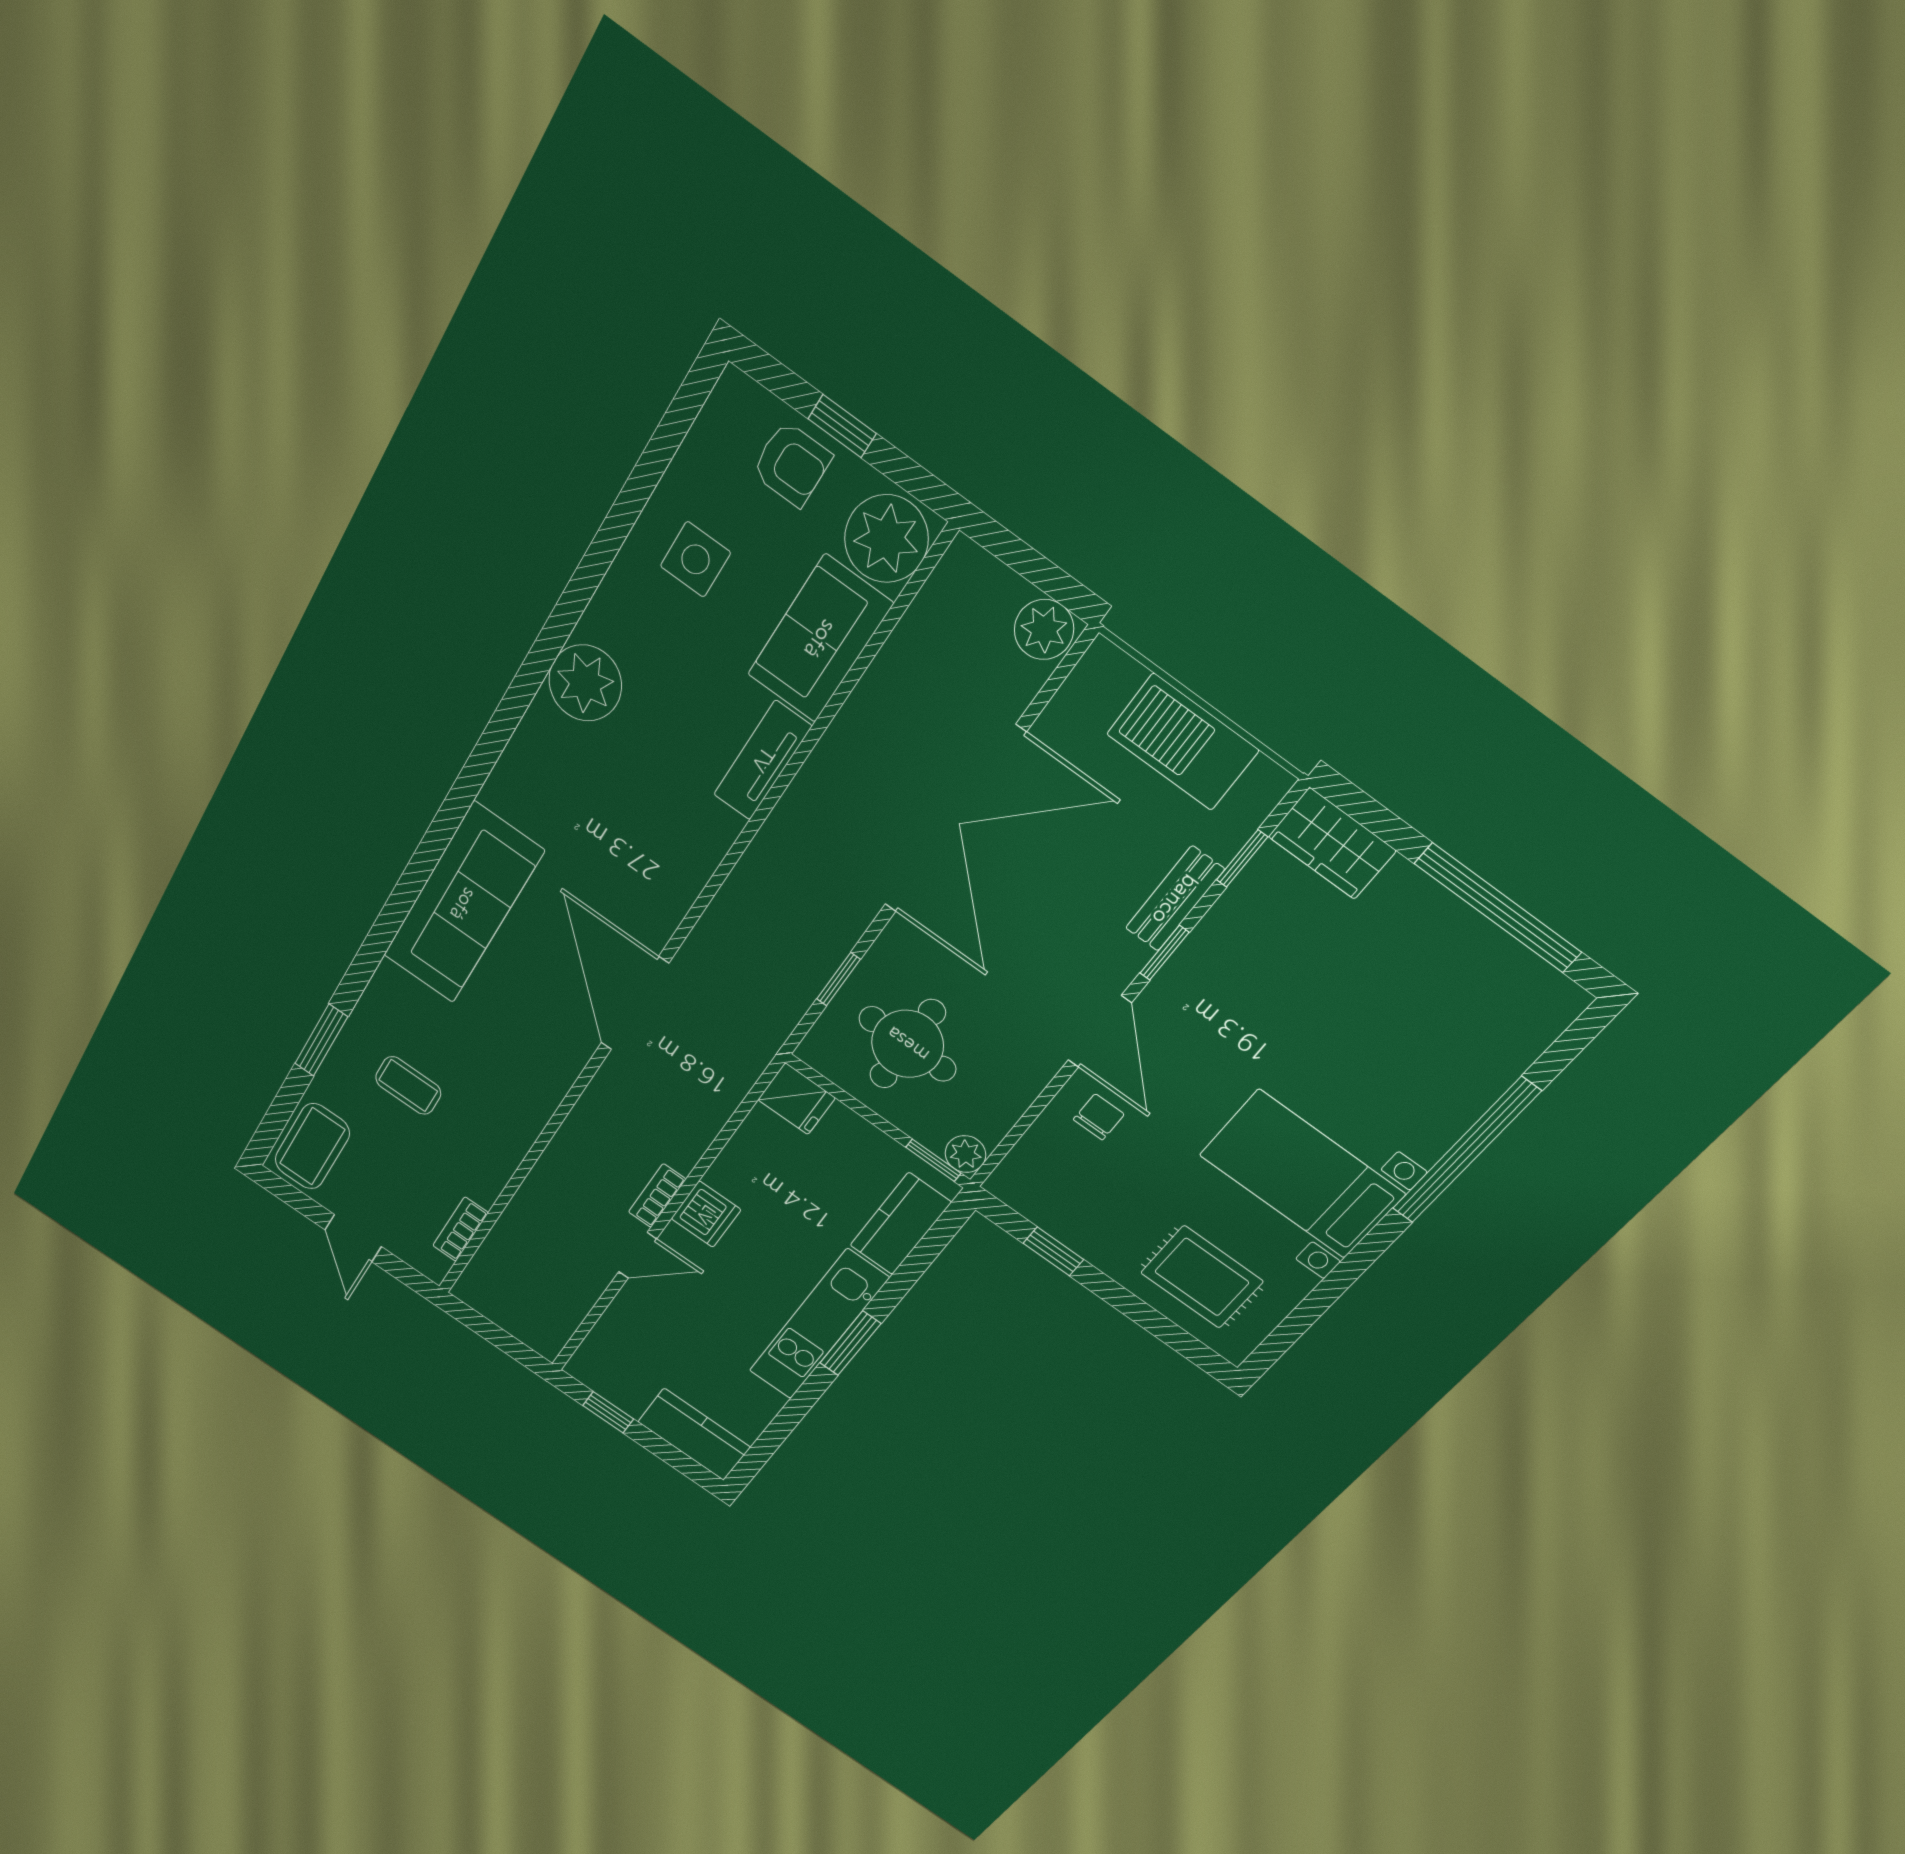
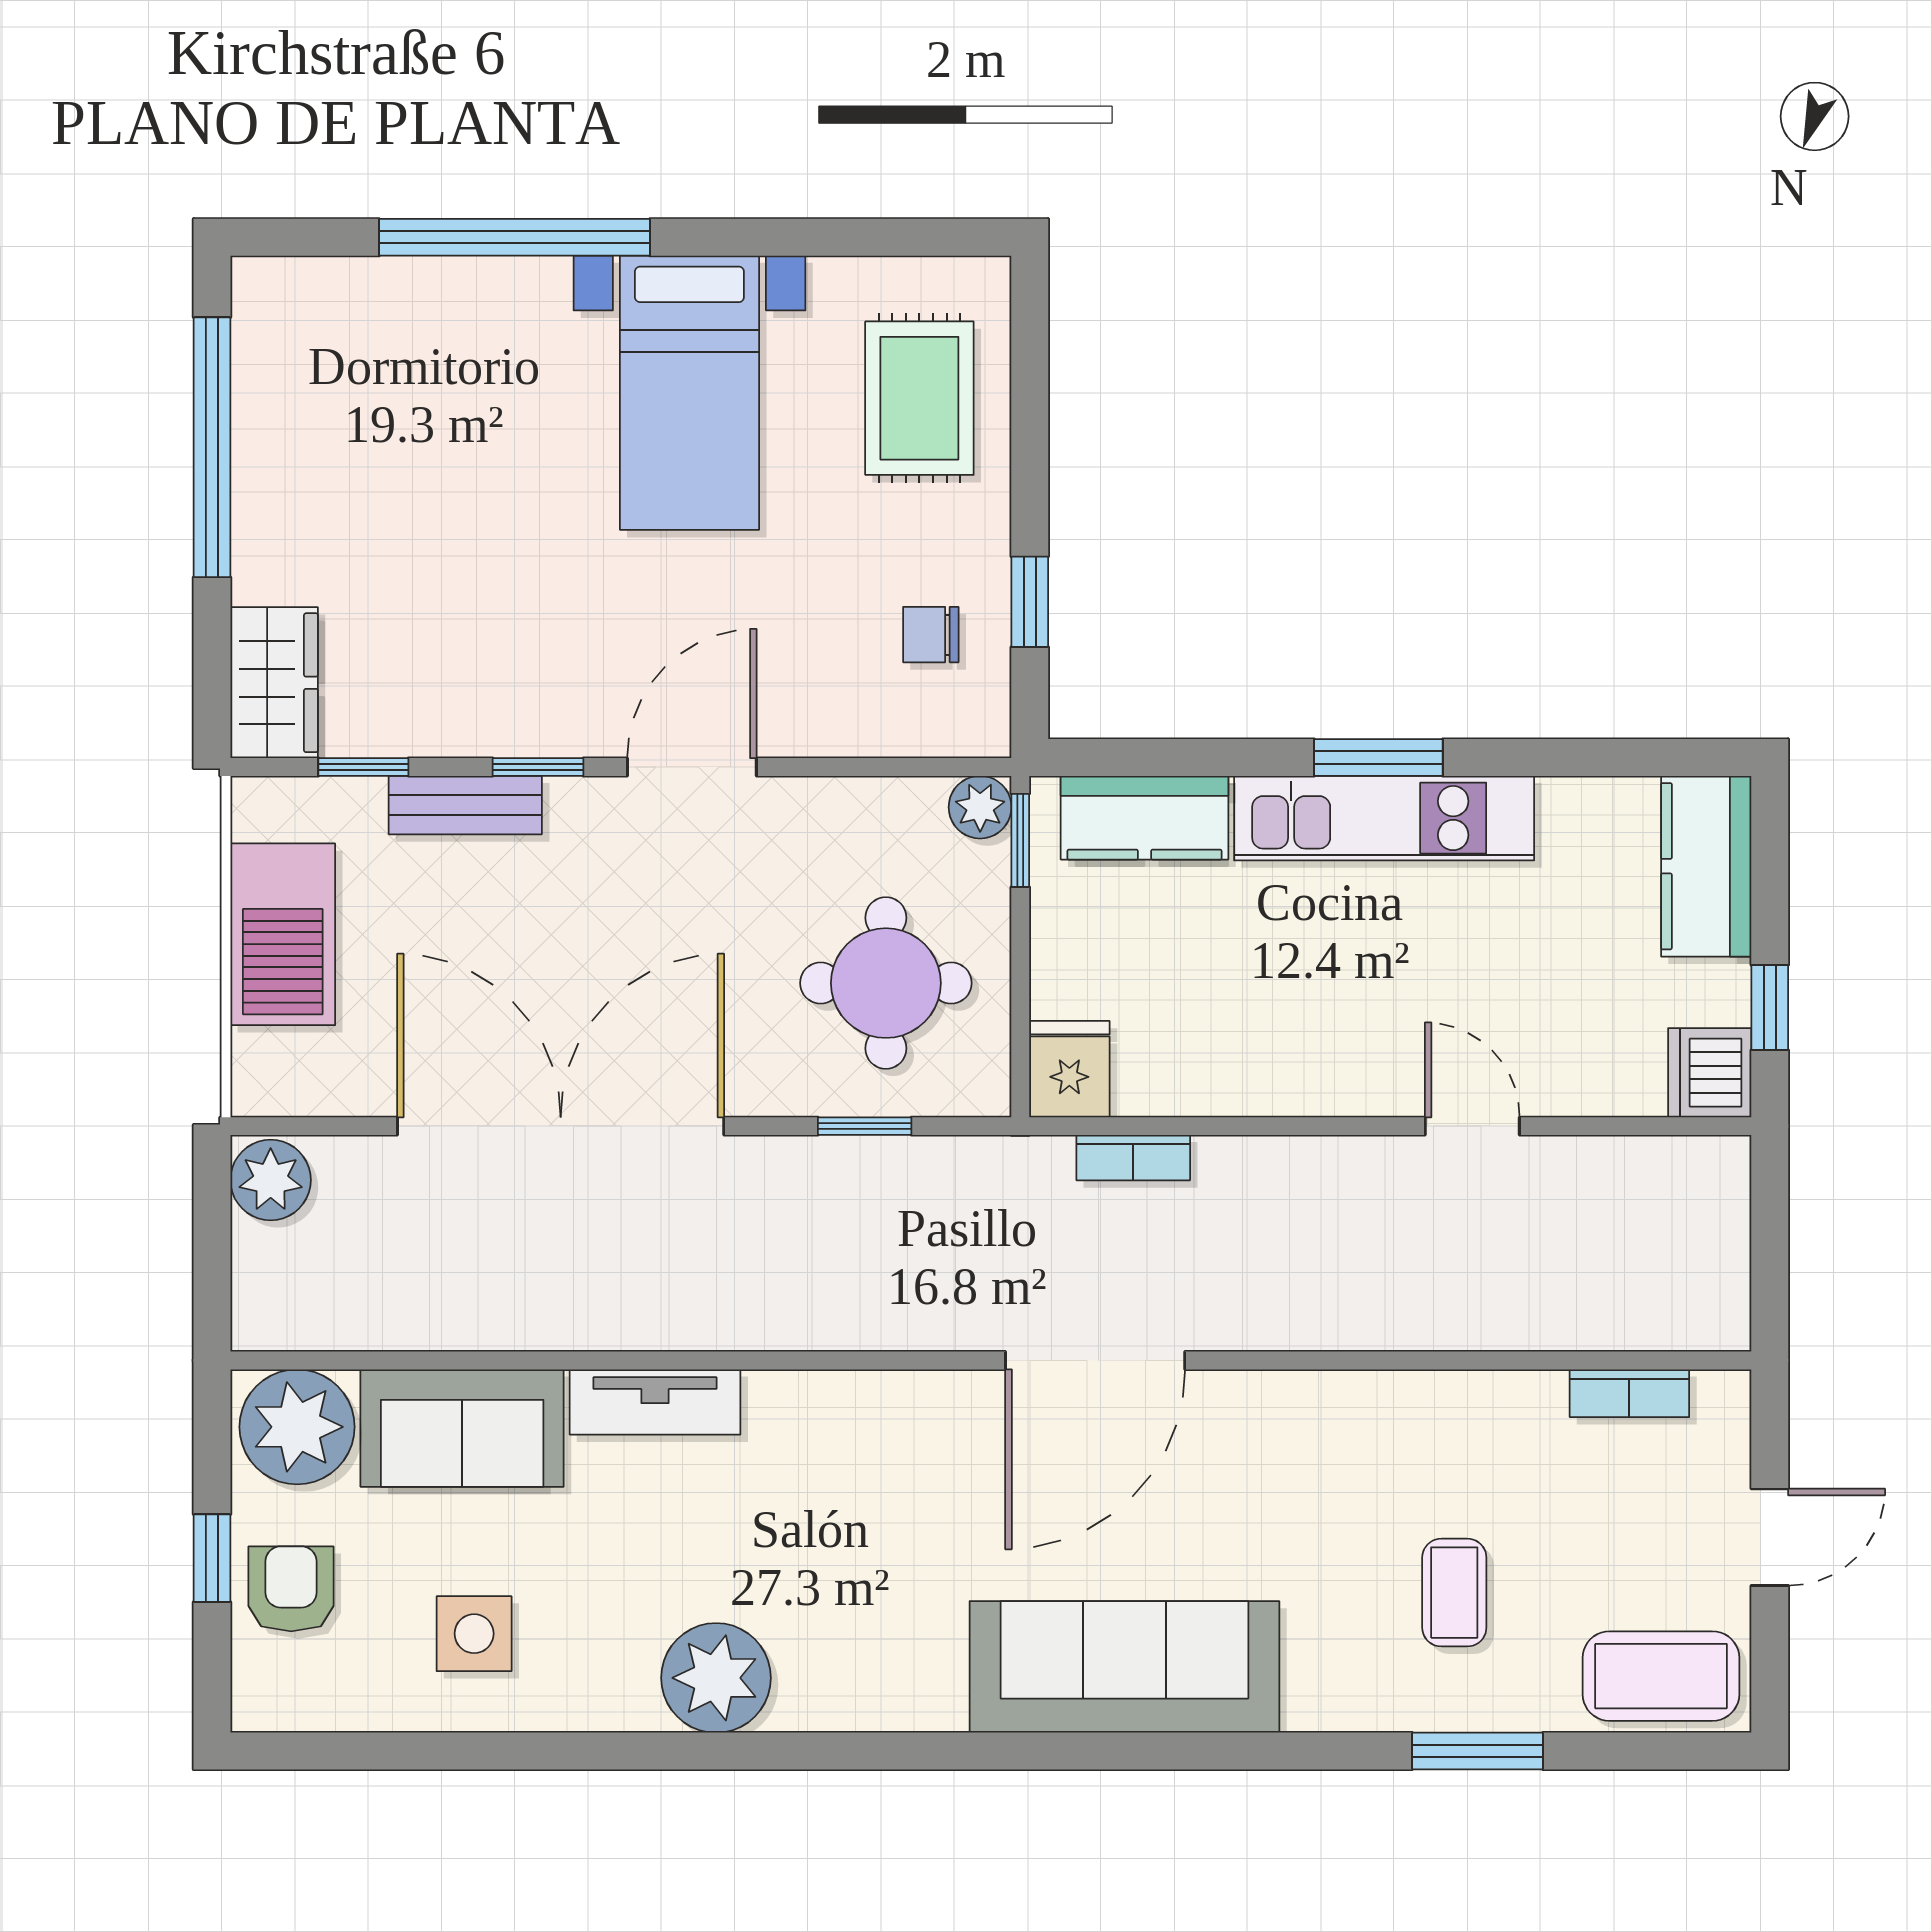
chair: (1099, 1117) -> (931, 635), moved
bookcase: (657, 1196) -> (1133, 1158), moved
dishwasher: (706, 1214) -> (1710, 1073), moved, turned -90

